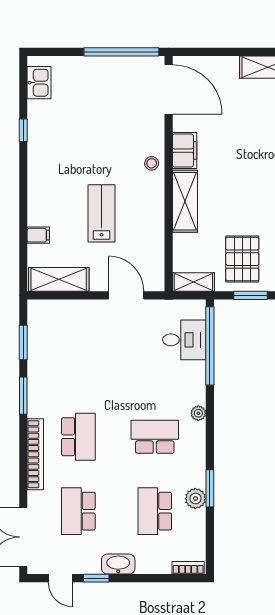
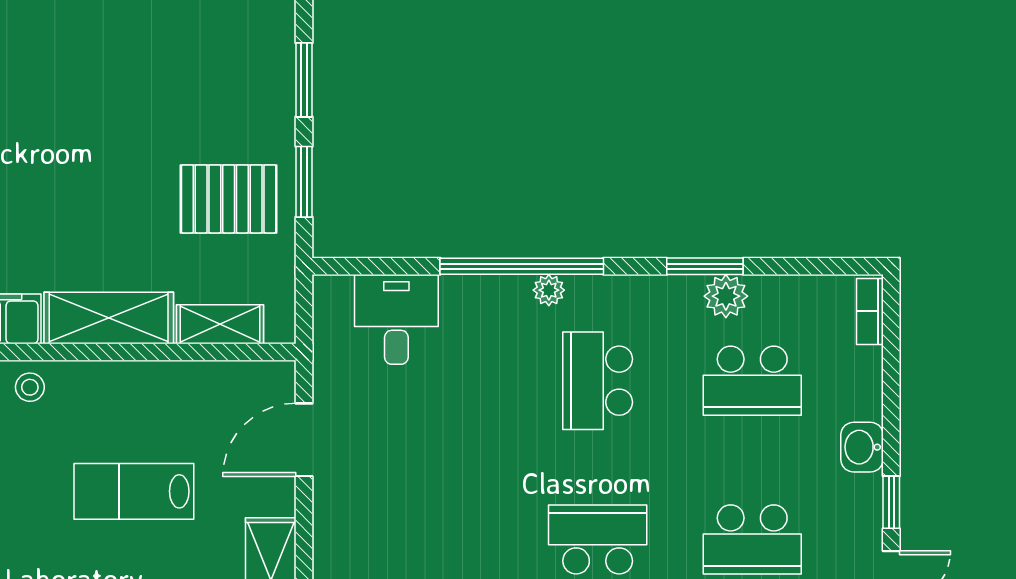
shelving: (193, 282) -> (220, 324), moved, turned 90
window: (210, 346) -> (522, 266), moved
washbasin: (118, 564) -> (862, 447), width x0.72

